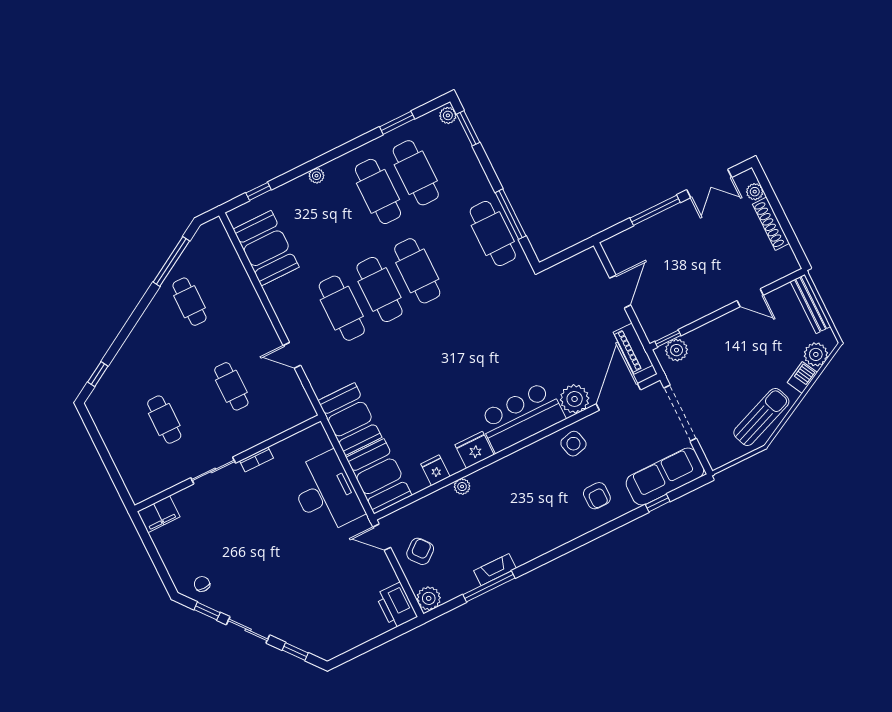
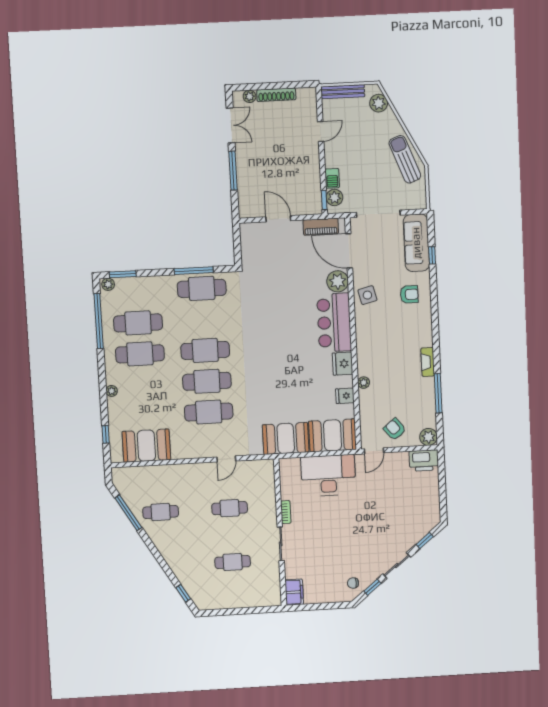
window: (397, 123) -> (99, 321), width x2.11
barbecue: (802, 377) -> (332, 178), moved, turned -152
fireplace: (495, 570) -> (428, 362), moved

